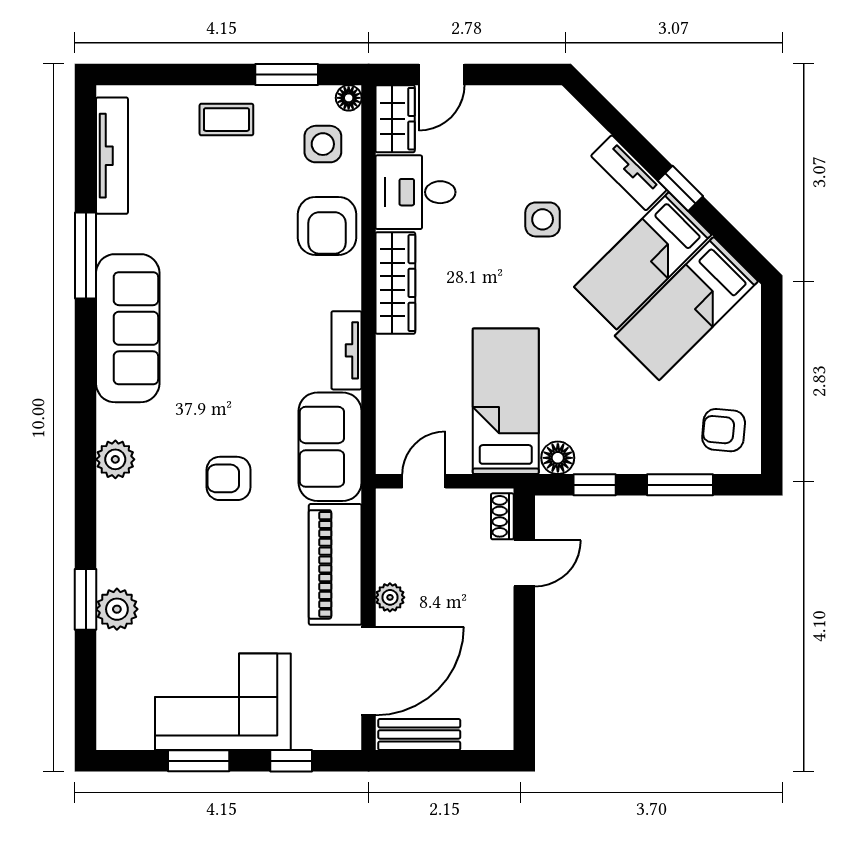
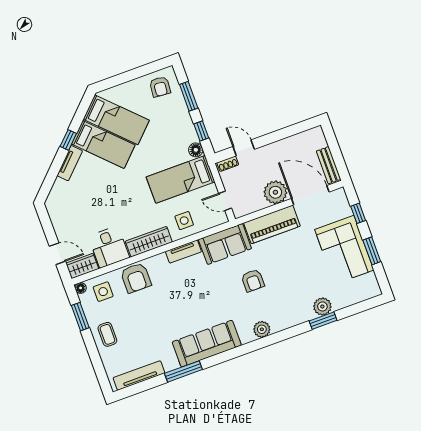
side table: (543, 219) -> (184, 221), moved
armchair: (327, 226) -> (136, 278), turned 90
plant: (390, 597) -> (275, 192), width x1.88, depth x1.88

